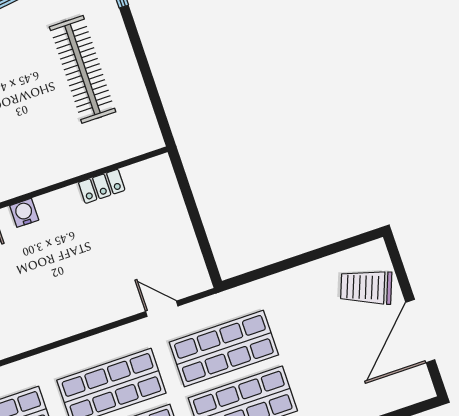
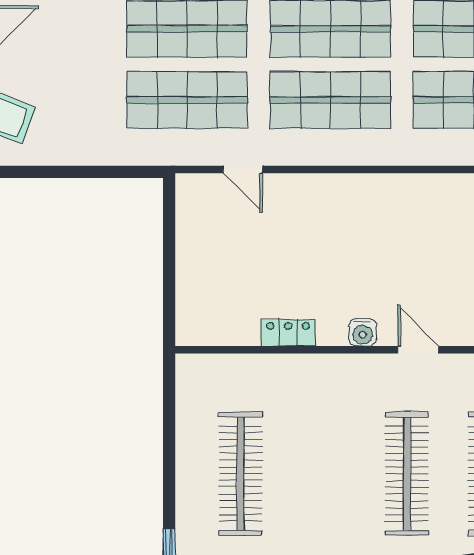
locker: (102, 186) -> (288, 333), moved

